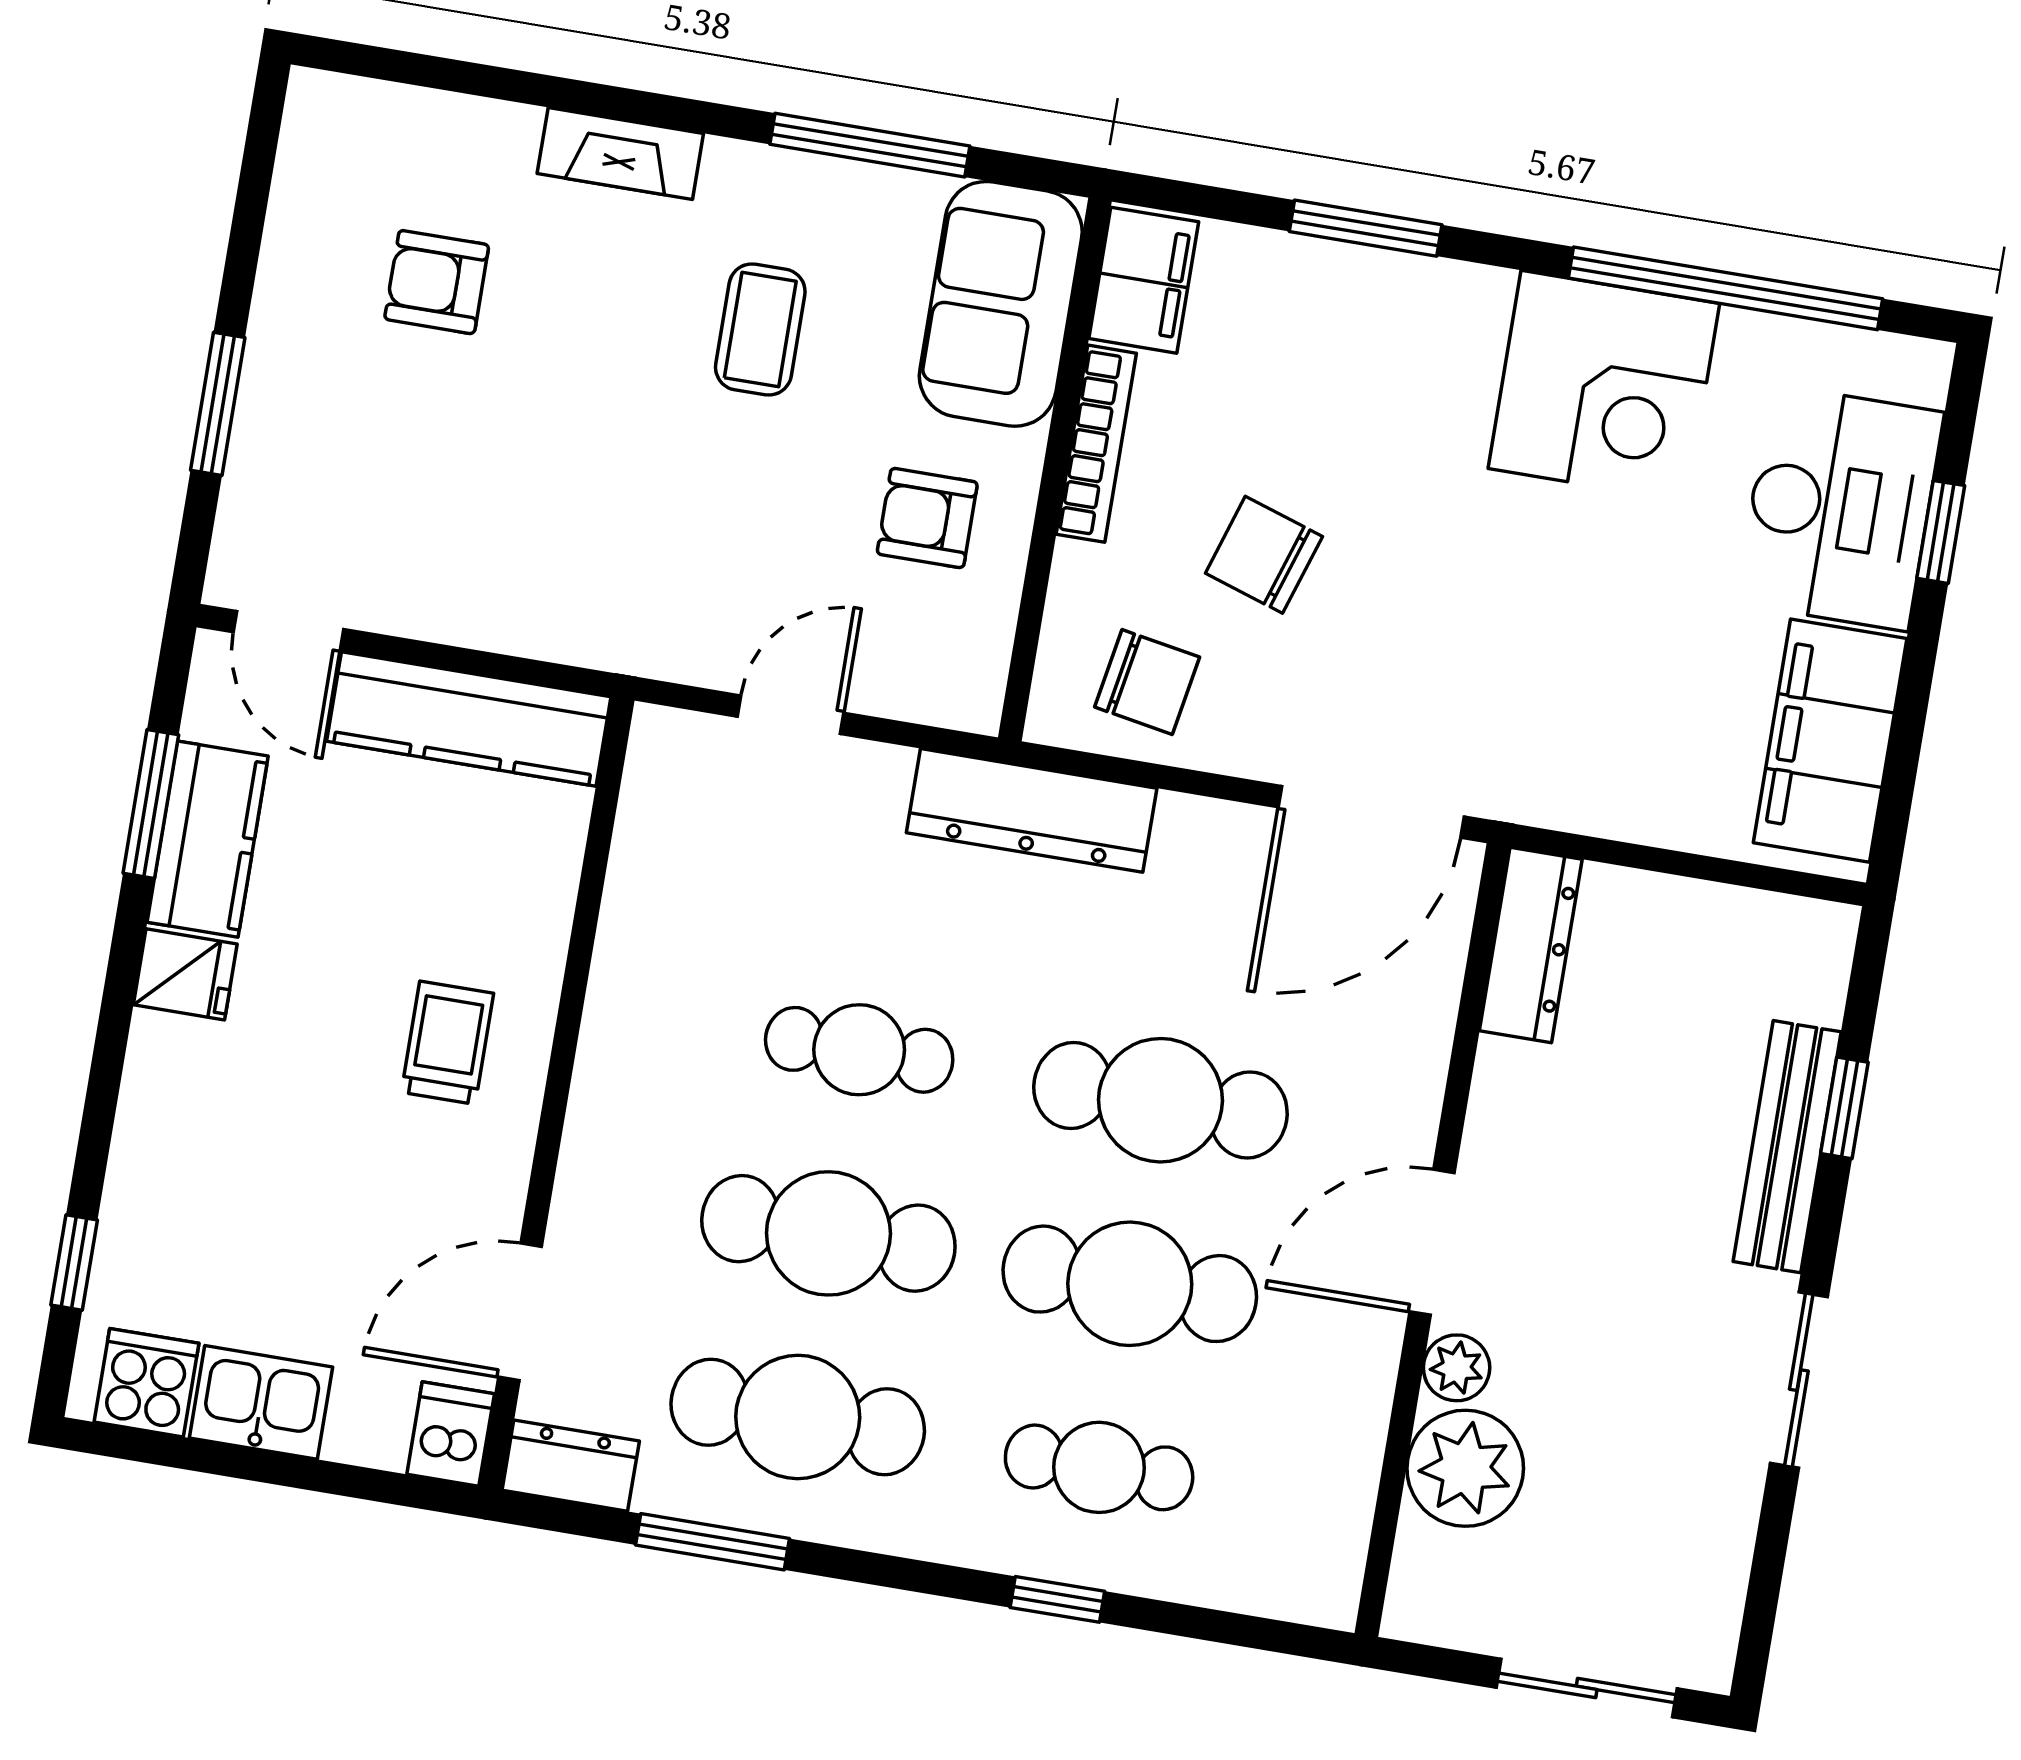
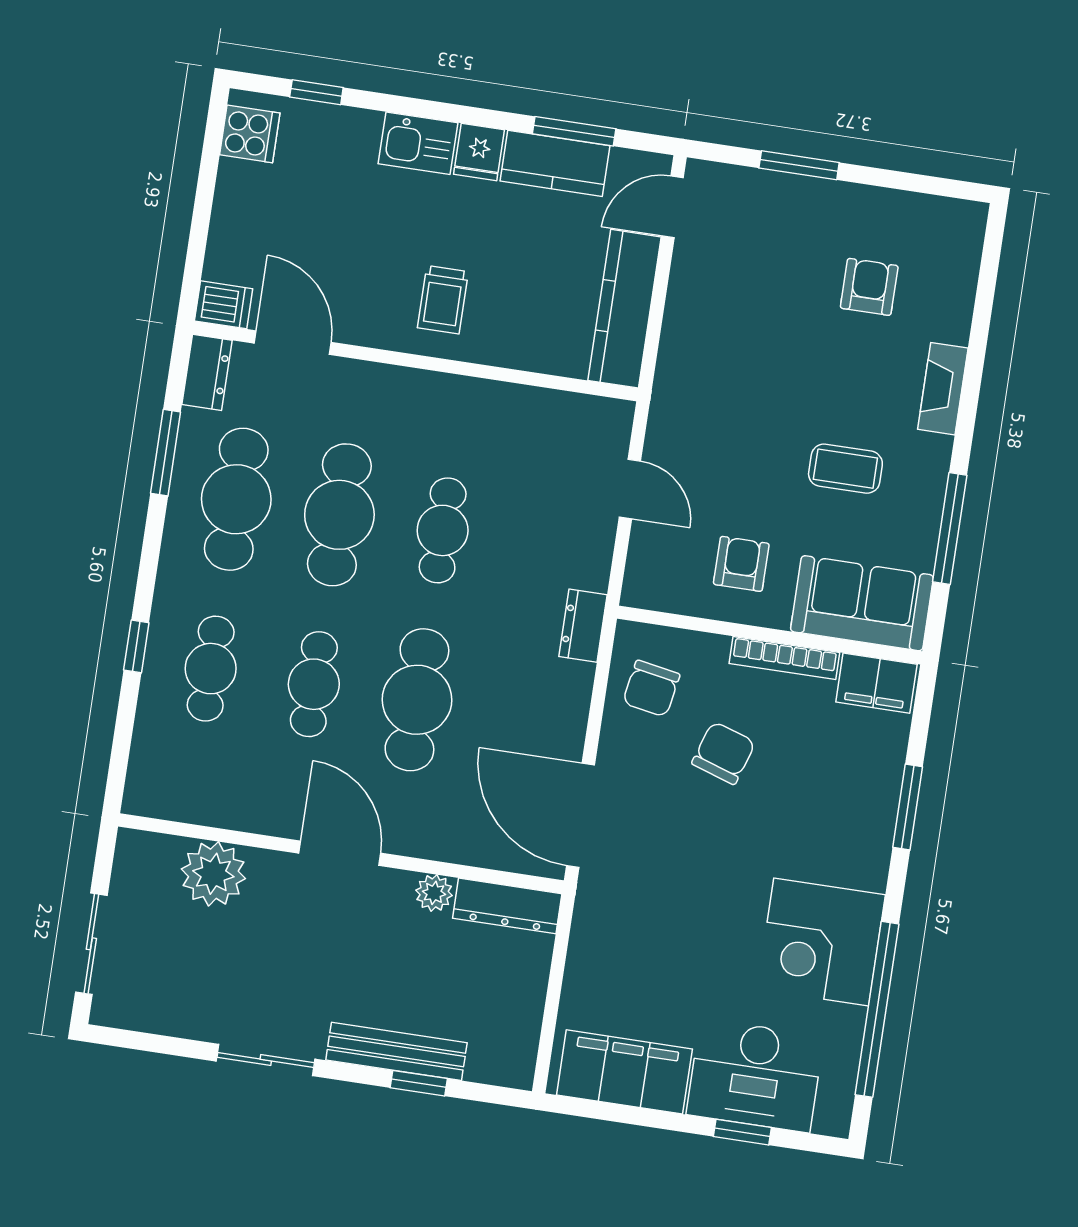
dresser: (1032, 810) -> (583, 626), width x0.51, depth x0.80
trolley: (447, 1043) -> (443, 300), turned 90
cafe table: (1130, 1284) -> (314, 684), width x0.73, depth x0.74
plant: (1457, 1368) -> (434, 893), moved
kitchen sink: (261, 1402) -> (418, 143), moved, turned 90

